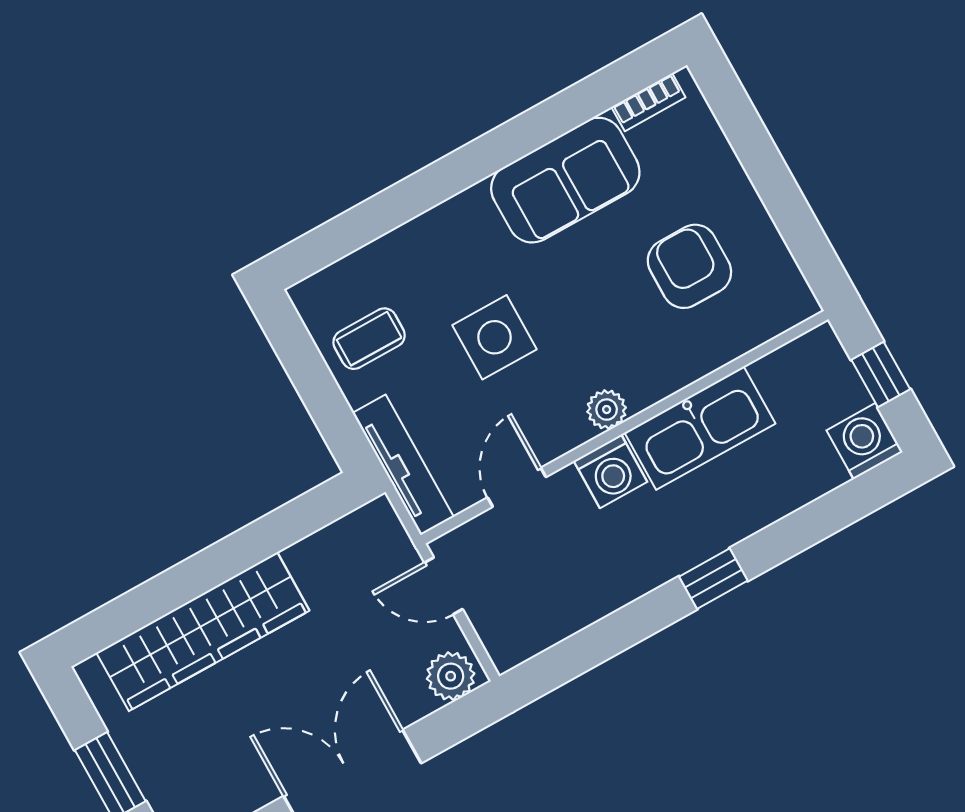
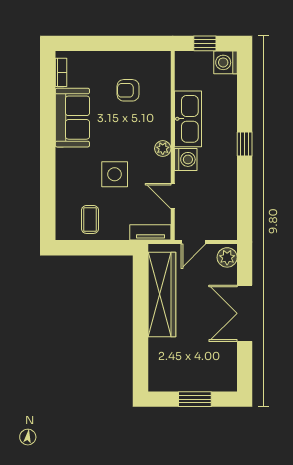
armchair: (689, 266) -> (128, 90), width x0.72, depth x0.72
tv unit: (403, 465) -> (150, 232), width x0.71
wardrobe: (203, 632) -> (162, 295), moved

